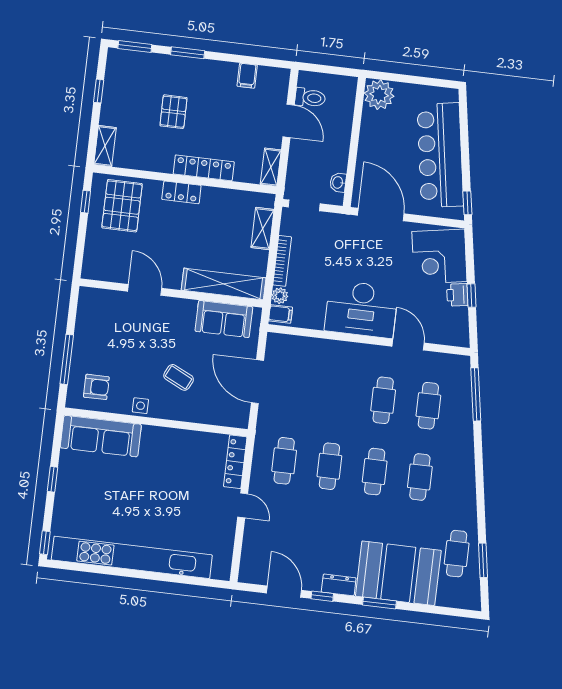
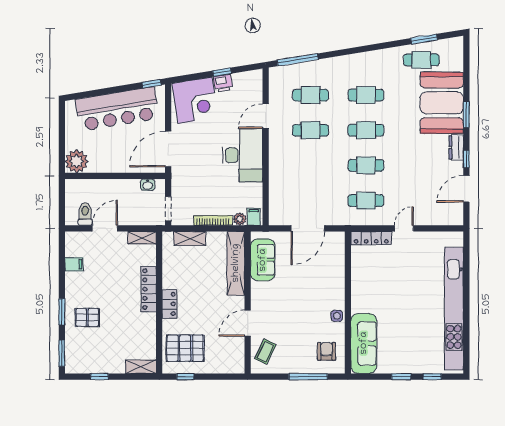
pallet: (174, 112) -> (87, 317), moved
coffee table: (179, 377) -> (265, 352), moved
window: (45, 543) -> (432, 377), moved

